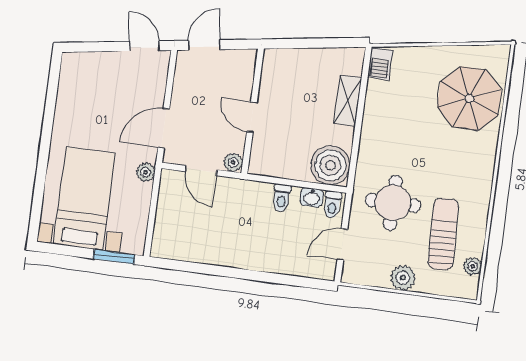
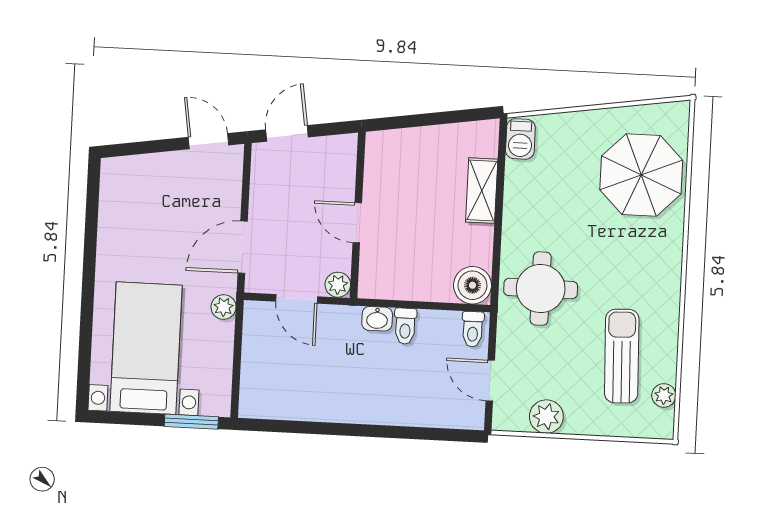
boiler: (330, 165) -> (472, 285), width x0.73, depth x0.73
washbasin: (312, 197) -> (377, 319), moved
round table: (393, 203) -> (541, 289), moved
door: (342, 244) -> (490, 381), hinge flipped
plant: (403, 278) -> (546, 417), moved

